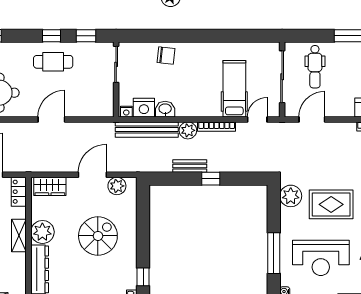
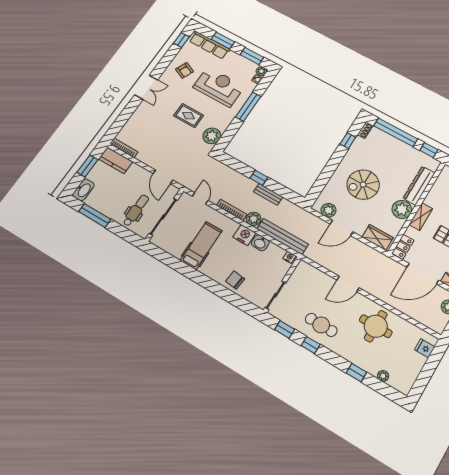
hospital bed: (234, 89) -> (201, 246), moved, turned 180
nightstand: (144, 108) -> (244, 235), moved
door: (257, 119) -> (200, 198), swing flipped
door: (312, 119) -> (163, 177), hinge flipped
rug: (331, 204) -> (189, 116), width x0.73, depth x0.70

